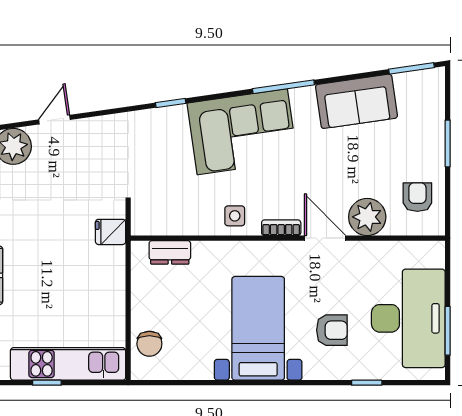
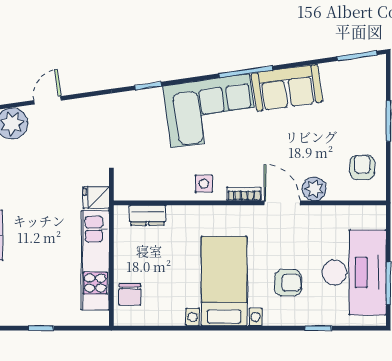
sofa: (356, 101) -> (287, 88), moved
plant: (367, 217) -> (314, 189), width x0.73, depth x0.73
kitchen unit: (68, 364) -> (95, 260), moved, turned -90

